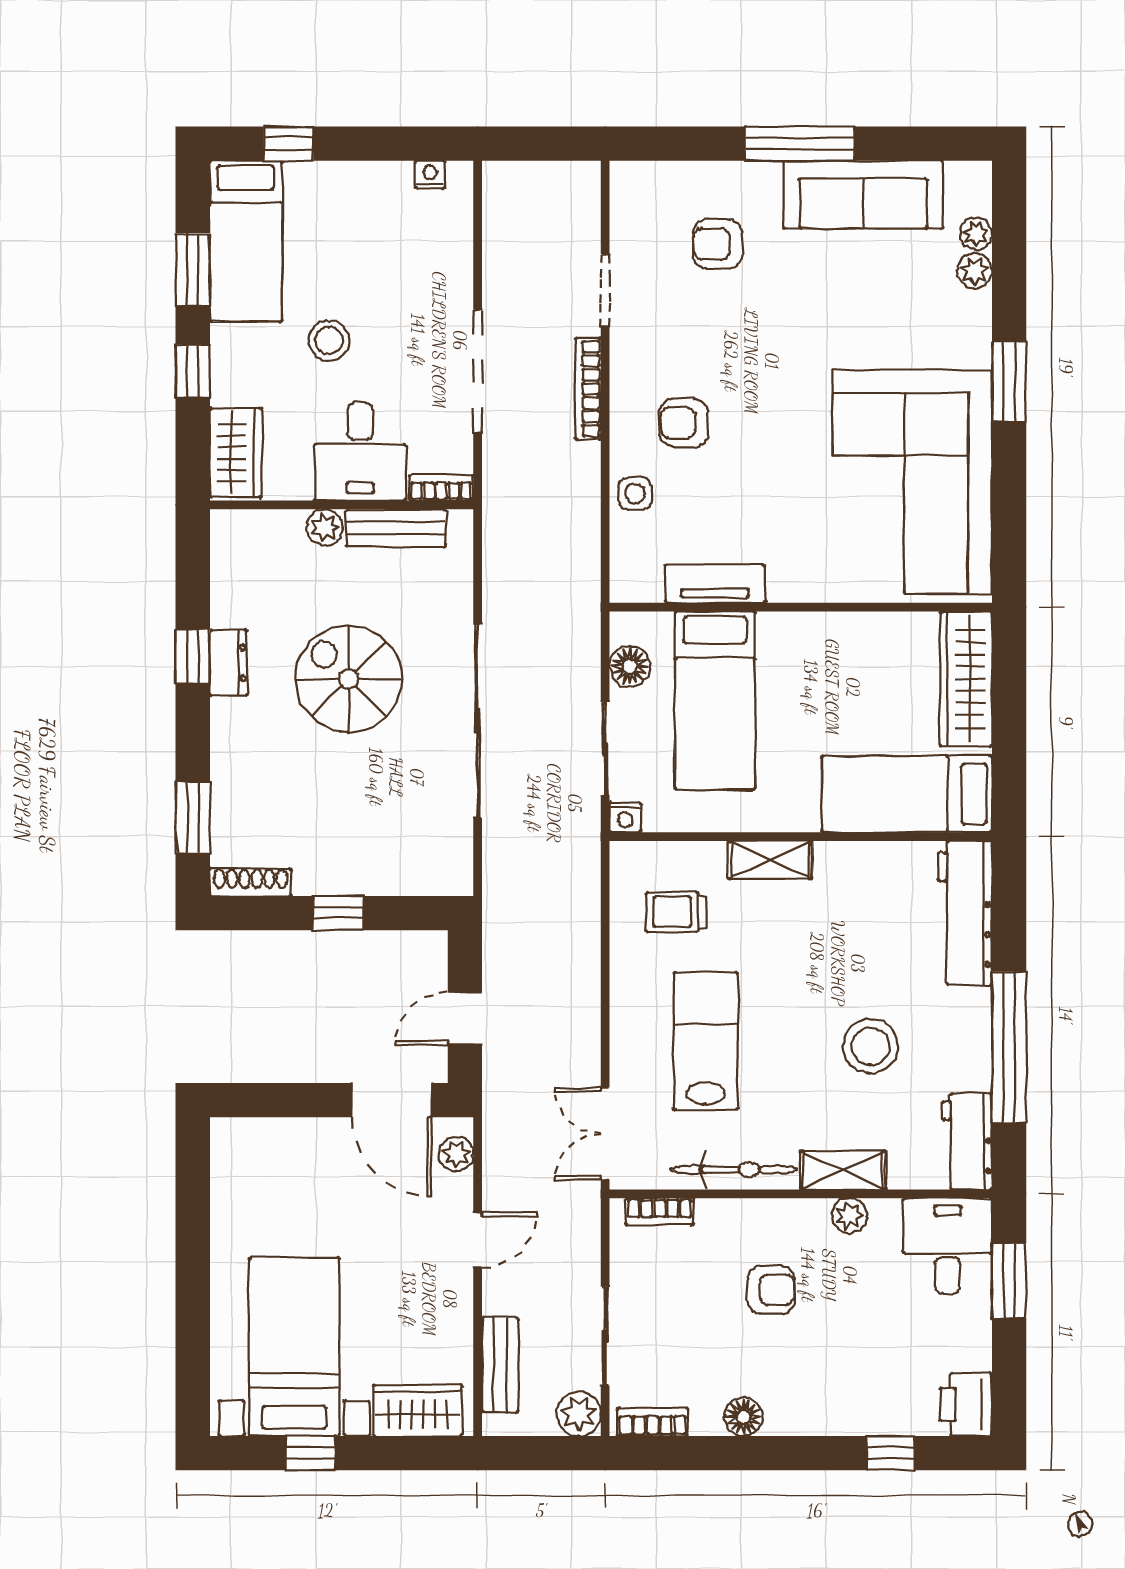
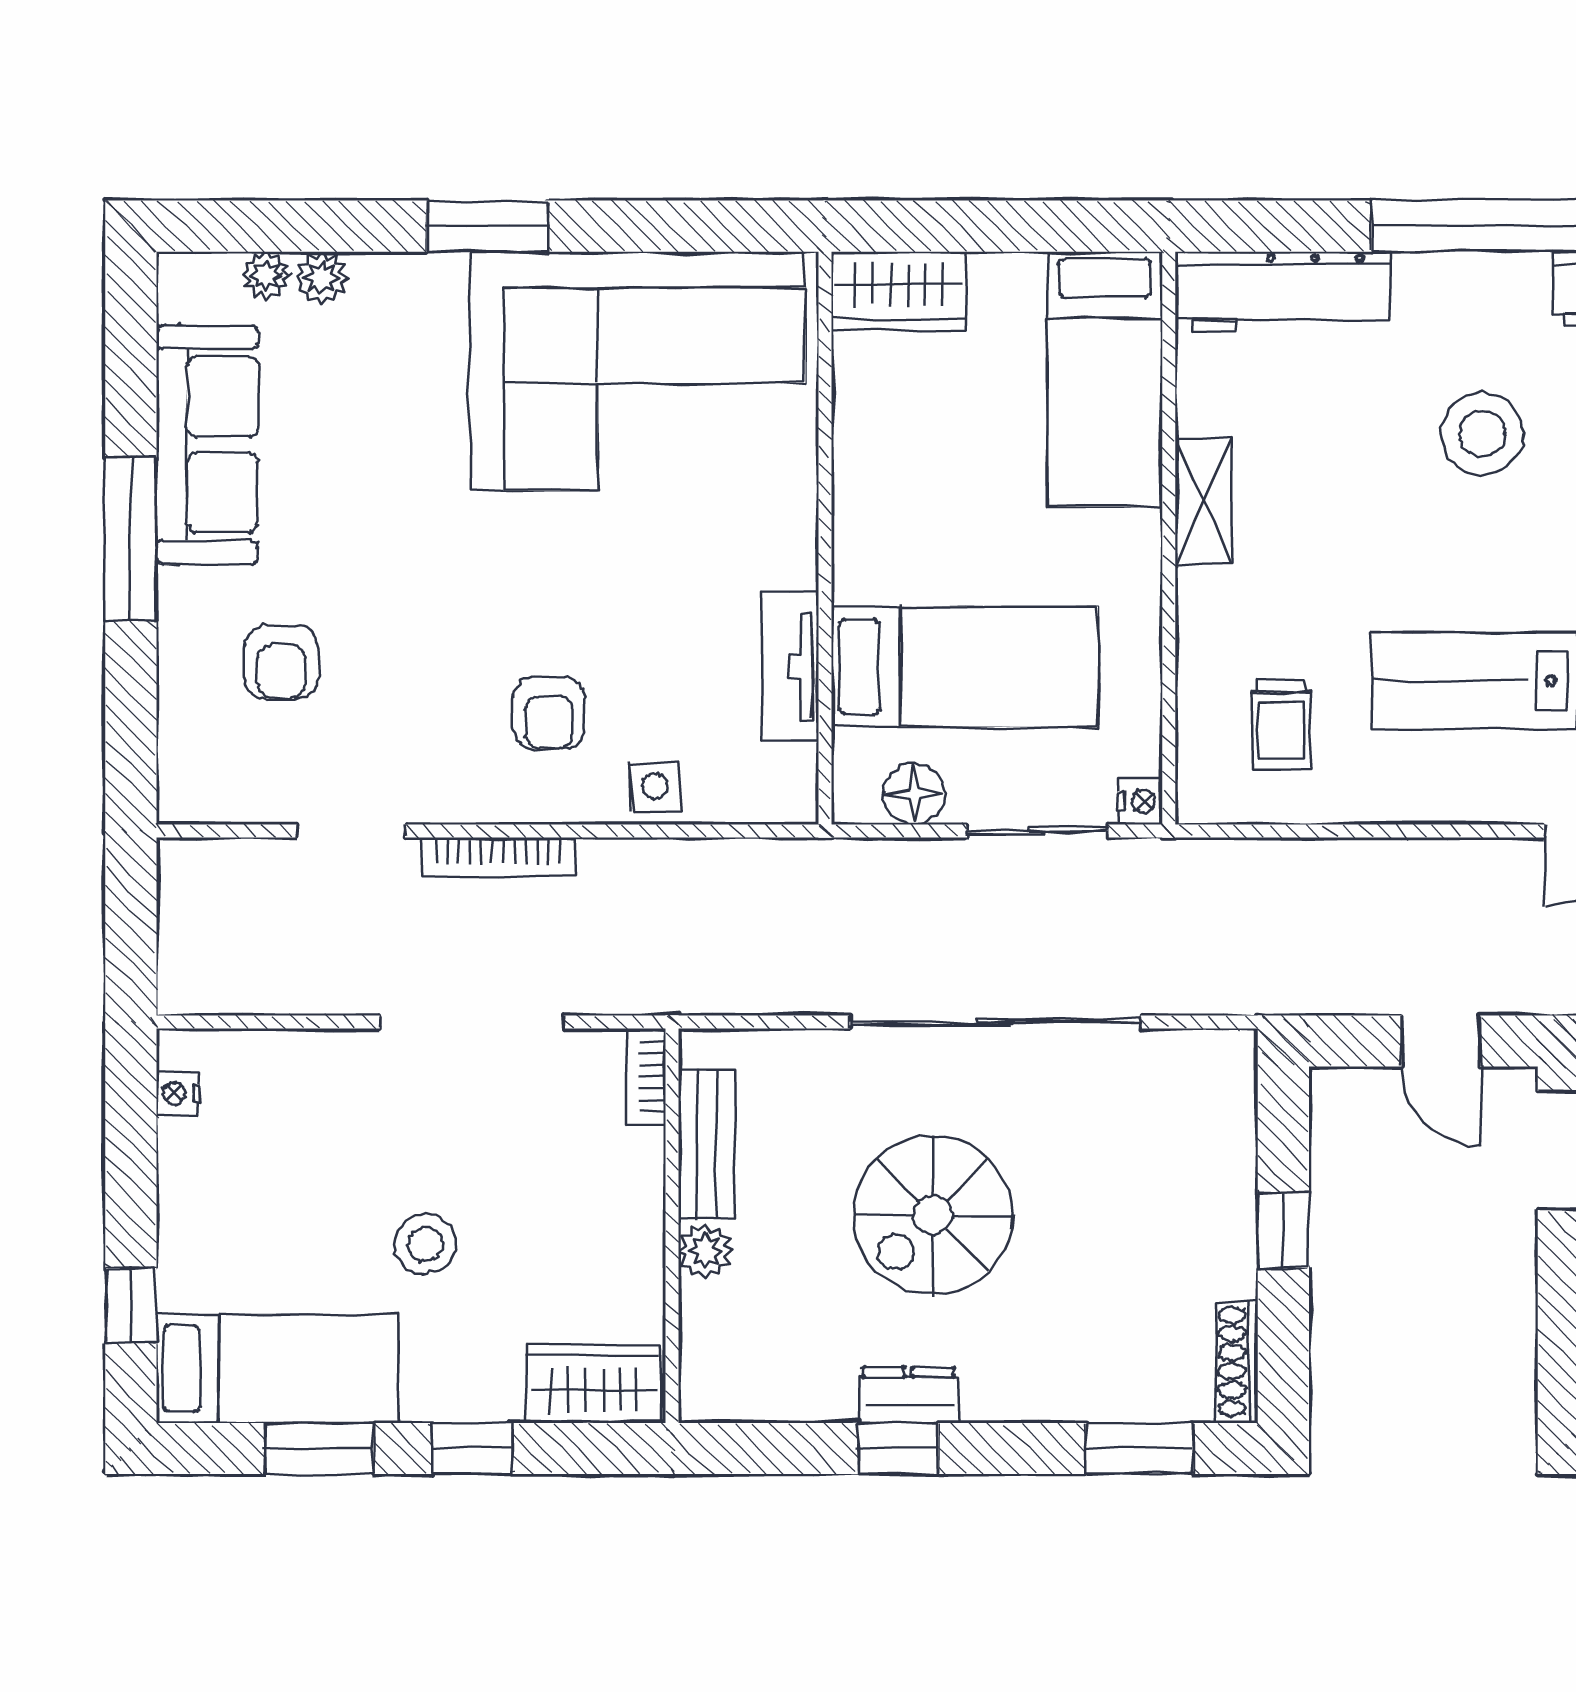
desk: (360, 452) -> (592, 1198), removed
wardrobe: (966, 679) -> (899, 291), width x0.67
shelving: (770, 860) -> (1203, 501), moved

